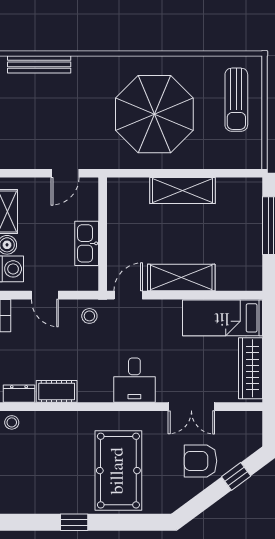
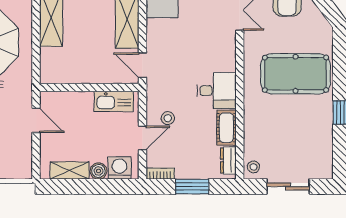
kitchen sink: (87, 243) -> (114, 101), moved
stool: (89, 316) -> (168, 118), moved
desk: (134, 380) -> (217, 91), moved

